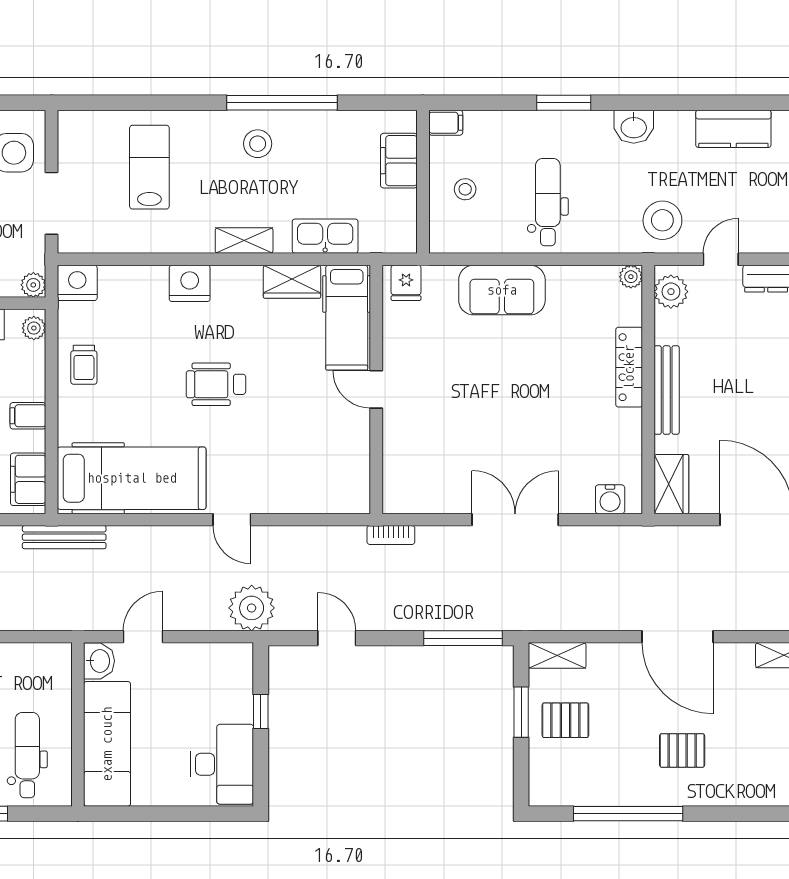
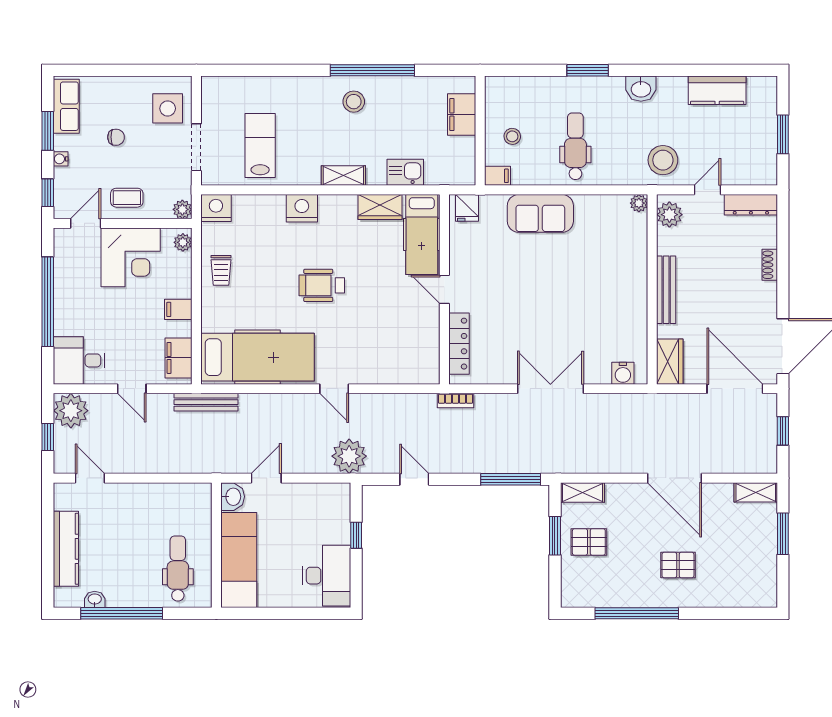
filing cabinet: (446, 123) -> (497, 176), moved
lab bench: (149, 167) -> (260, 145), moved
kitchen sink: (325, 236) -> (405, 172), width x0.73
locker: (629, 367) -> (459, 344), moved, turned 180

